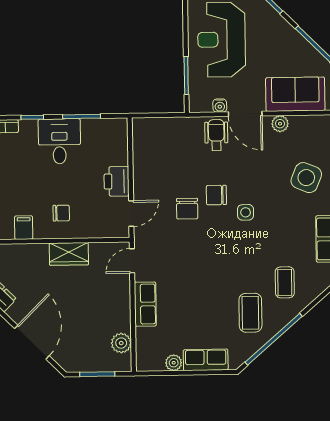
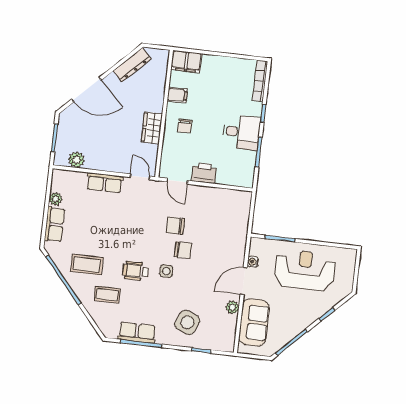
wheelchair: (216, 135) -> (135, 271), moved, turned 180
chair: (216, 195) -> (183, 250), turned 90

